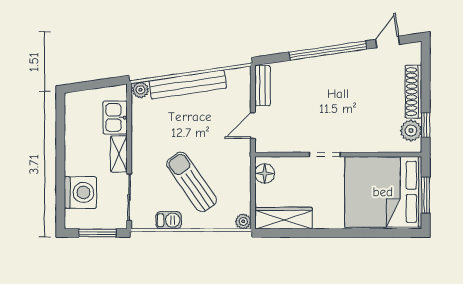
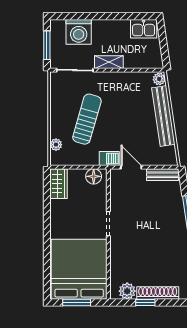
kitchen sink: (115, 117) -> (144, 29), moved, turned 180
window: (426, 125) -> (145, 303), moved
sun lounger: (192, 182) -> (87, 119), turned -39
wardrobe: (284, 218) -> (59, 184), width x0.67
barbecue: (169, 220) -> (109, 159), moved, turned -90
plant: (243, 221) -> (56, 145), moved

